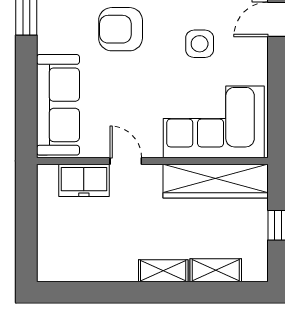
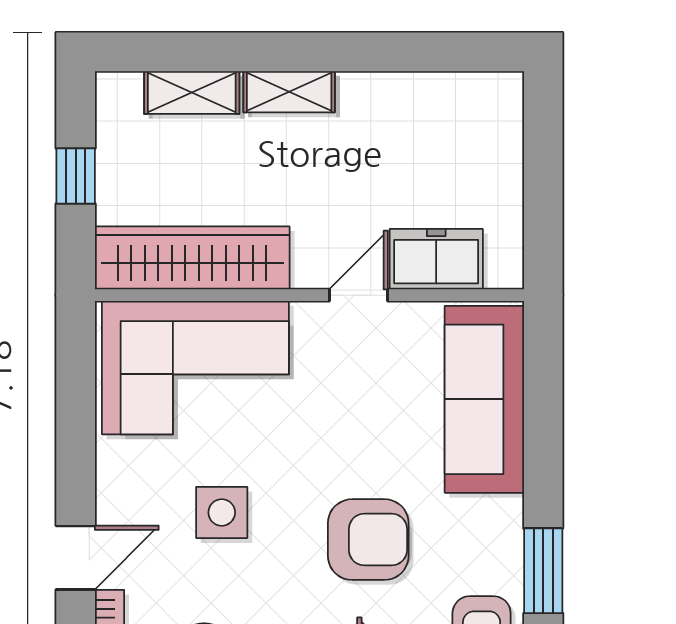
door: (126, 161) -> (358, 295), swing flipped

